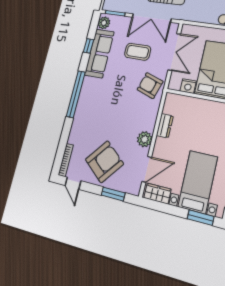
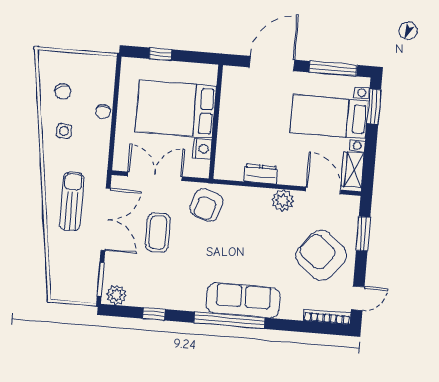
sofa: (99, 53) -> (243, 300), moved

